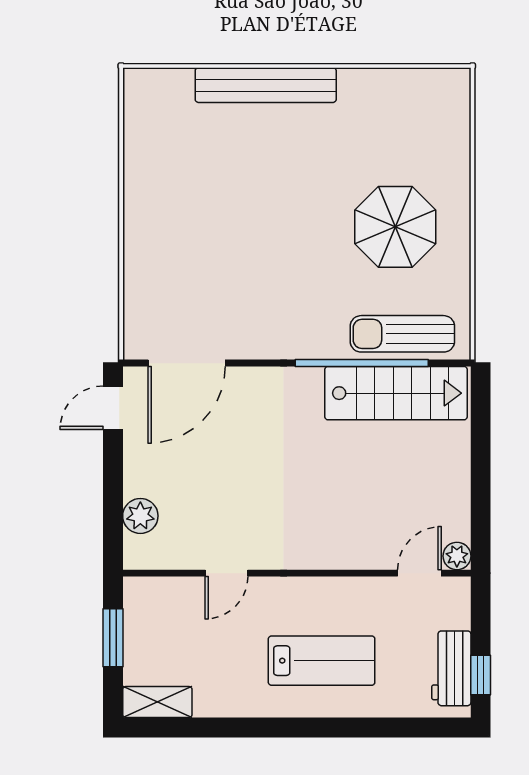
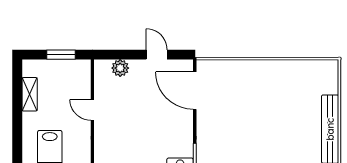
door: (113, 408) -> (157, 55), moved
shelving: (157, 702) -> (30, 94), moved

